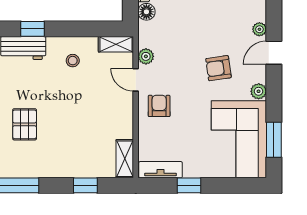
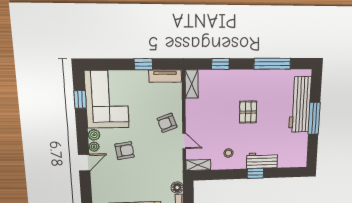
plant: (259, 29) -> (94, 147), moved
plant: (146, 56) -> (177, 157), removed
armchair: (159, 106) -> (167, 123), turned 70
pallet: (25, 124) -> (248, 112), moved
window: (274, 140) -> (80, 99), width x0.67

